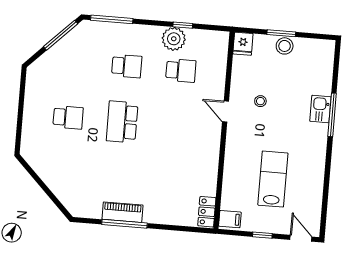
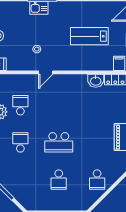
school desk: (68, 117) -> (59, 180), turned 180
school desk: (63, 173) -> (97, 180), added
washbasin: (207, 183) -> (96, 81), added

